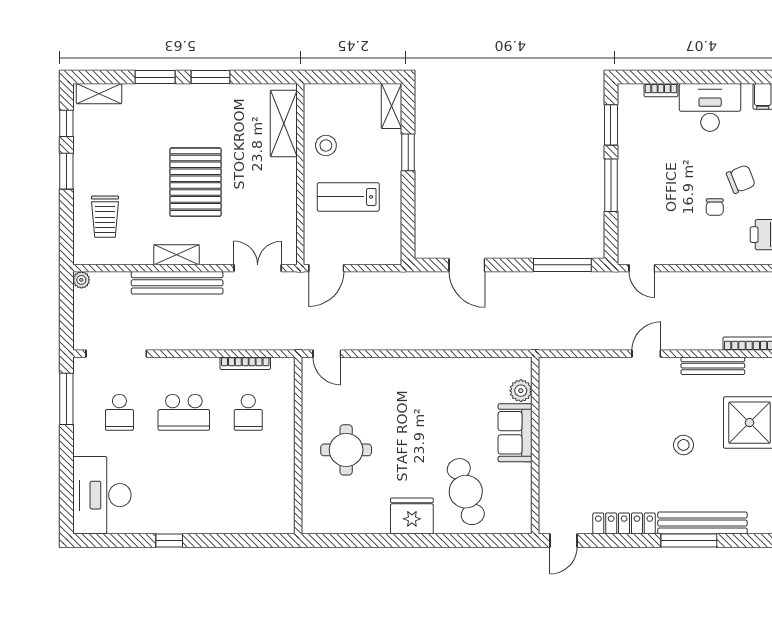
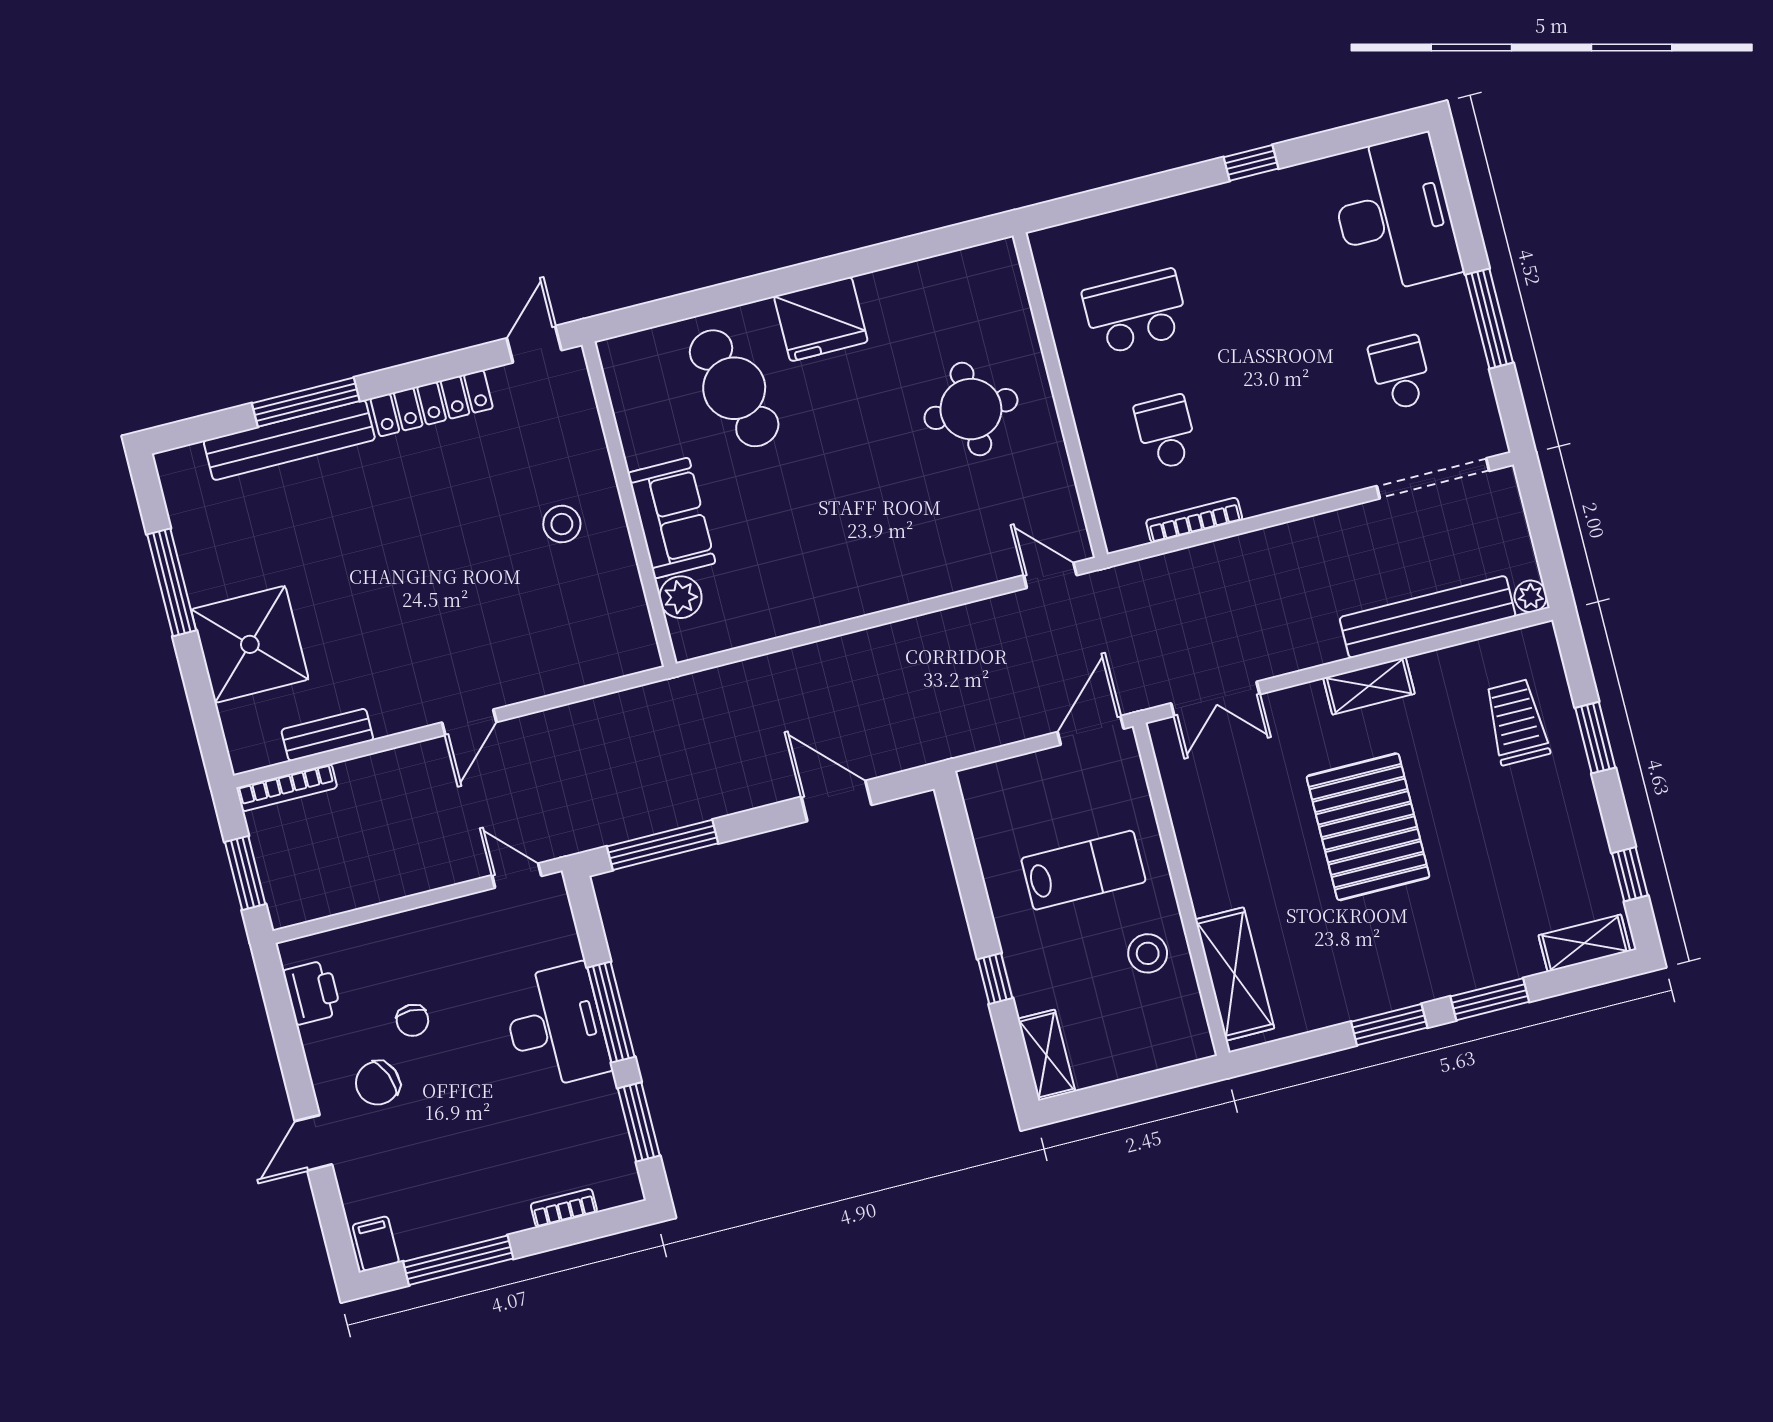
window: (722, 77) -> (458, 1260), added
desk: (710, 107) -> (556, 1026), moved, turned -90
window: (408, 152) -> (995, 979), width x0.67
window: (66, 171) -> (1595, 738), moved
chair: (715, 207) -> (412, 1020), turned 180
bench: (177, 283) -> (1428, 617), moved
bench: (713, 366) -> (327, 735), width x0.73
window: (66, 399) -> (1489, 319), moved
school desk: (184, 412) -> (1136, 312), moved
stool: (683, 445) -> (562, 524), moved

